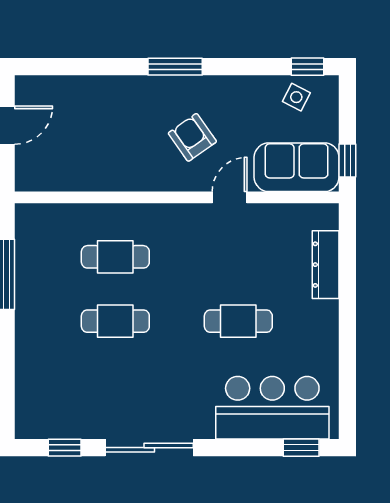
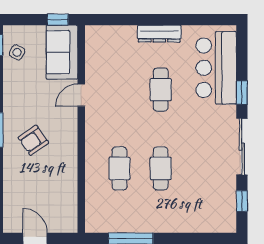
armchair: (192, 137) -> (33, 140), moved
door: (230, 197) -> (81, 95), hinge flipped
dresser: (326, 265) -> (159, 34), moved
window: (301, 448) -> (242, 93), moved

